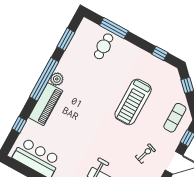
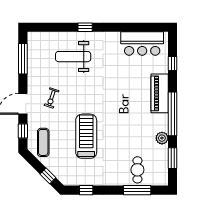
plant: (57, 79) -> (162, 138), moved

